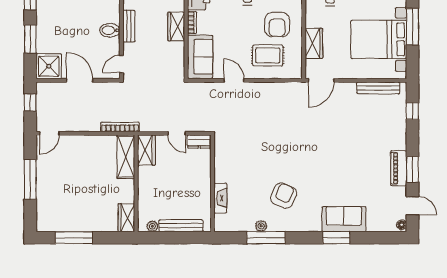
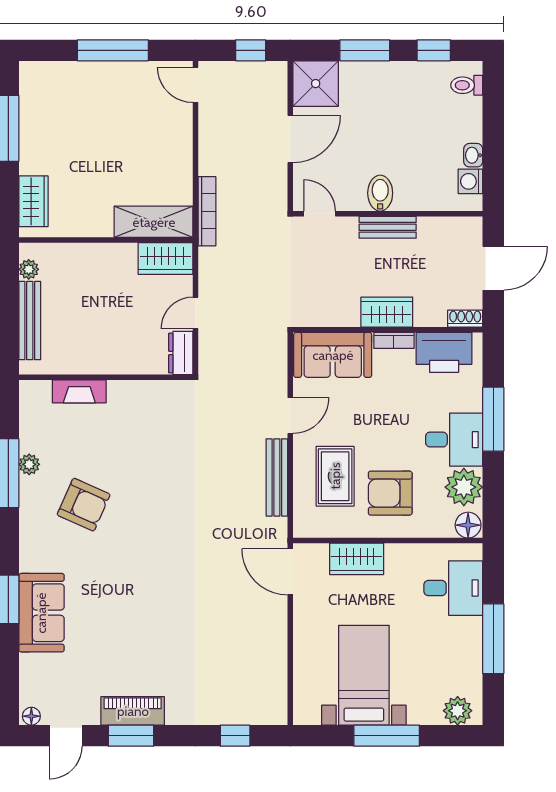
bed with nightstands: (379, 39) -> (364, 675), width x0.73
bench: (378, 88) -> (277, 477), moved
wardrobe: (126, 218) -> (33, 201), moved, turned 90

